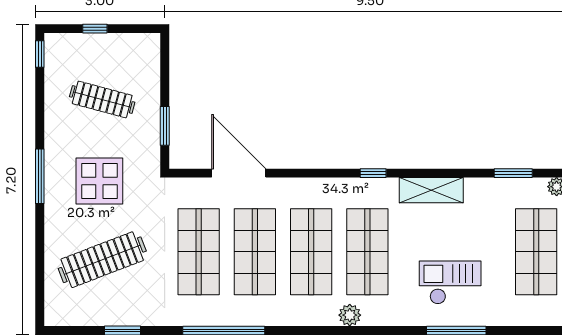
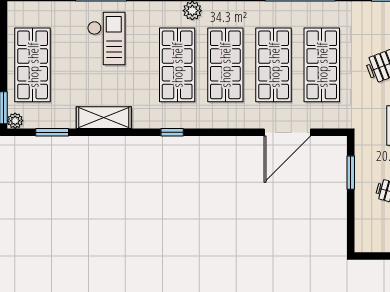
door: (239, 173) -> (287, 132), hinge flipped
shelving: (431, 190) -> (104, 118), moved
checkout: (450, 283) -> (106, 39), turned -90

